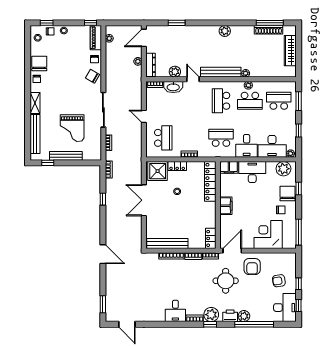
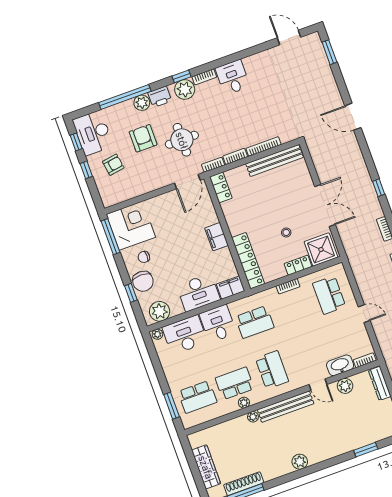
window: (299, 131) -> (158, 368), removed
corner desk: (268, 235) -> (131, 226), moved, turned -90
armchair: (252, 267) -> (143, 138), moved

